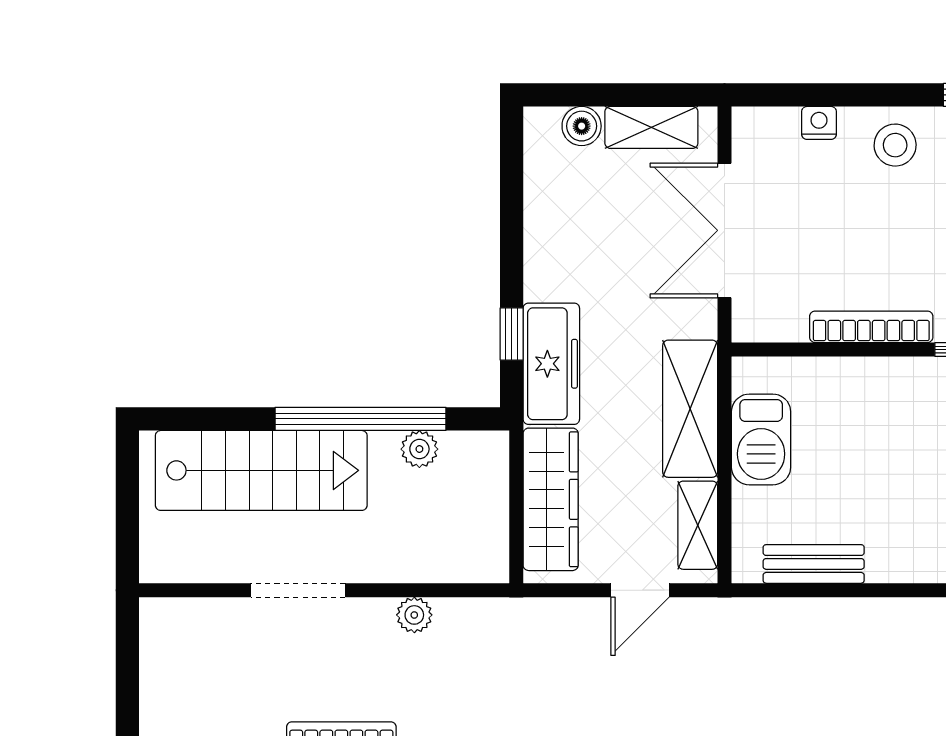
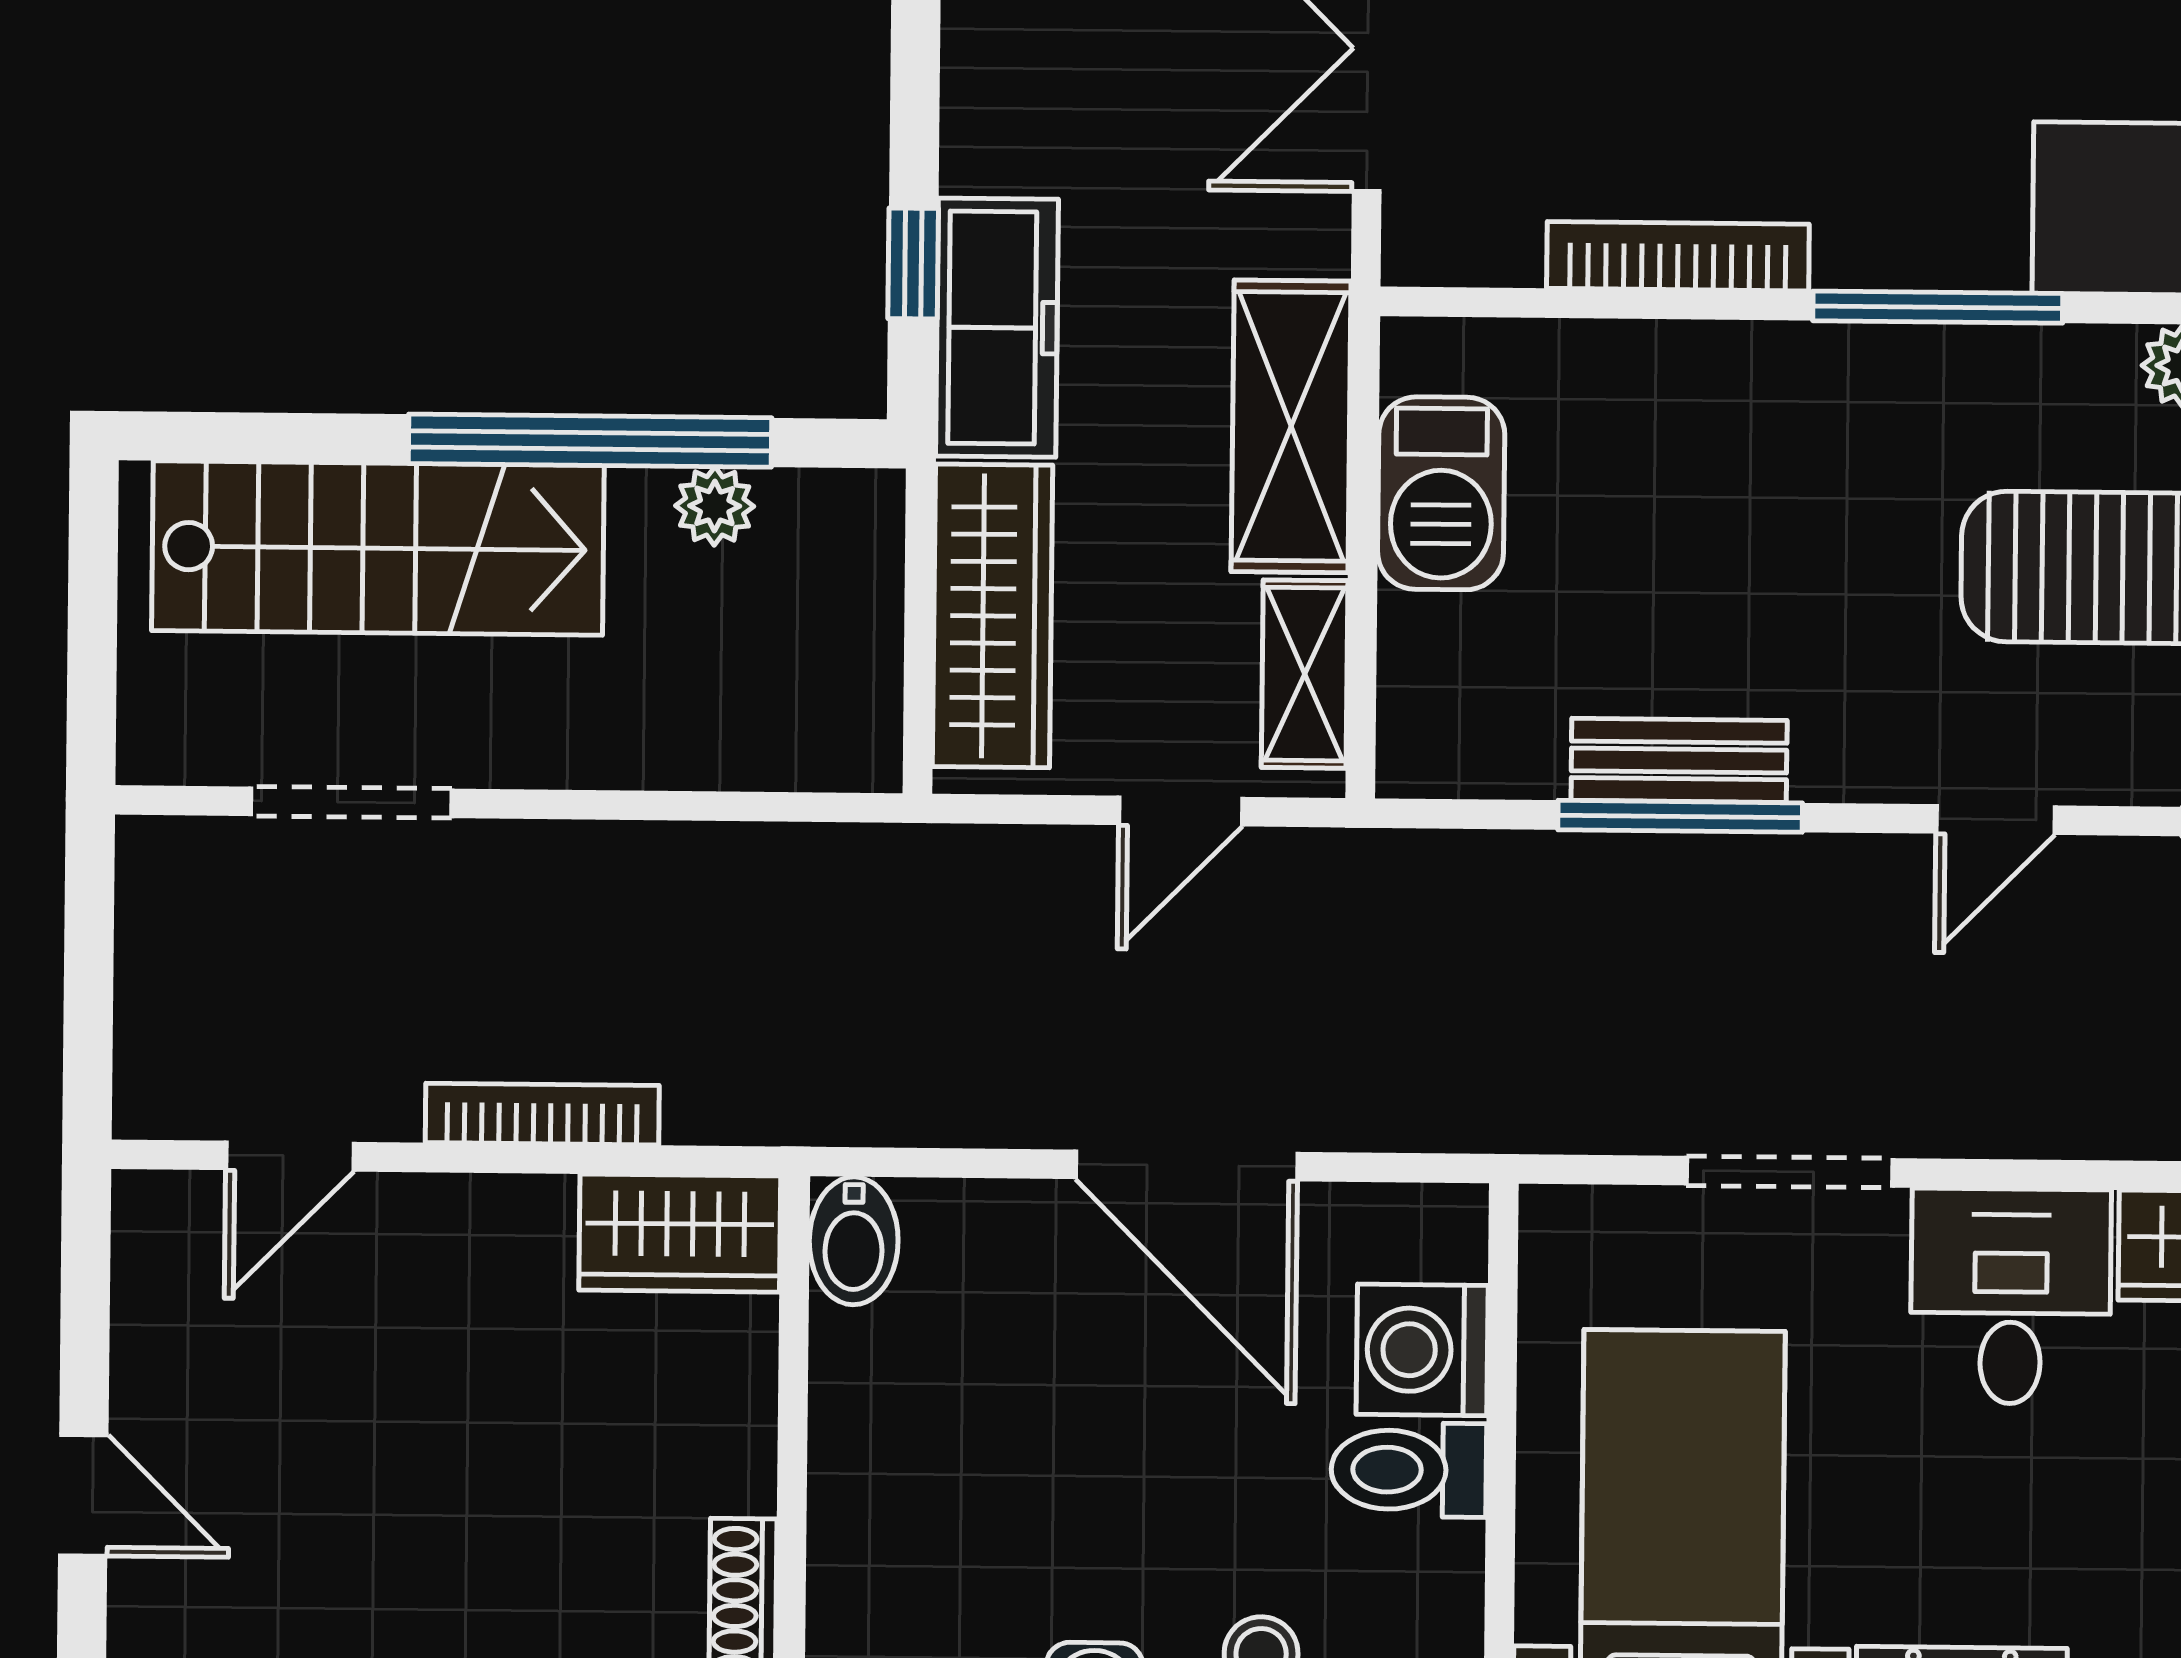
bench: (814, 564) -> (1679, 760), moved
doorway: (298, 590) -> (351, 802), moved
window: (875, 590) -> (1680, 816), added
plant: (414, 615) -> (700, 859), removed

